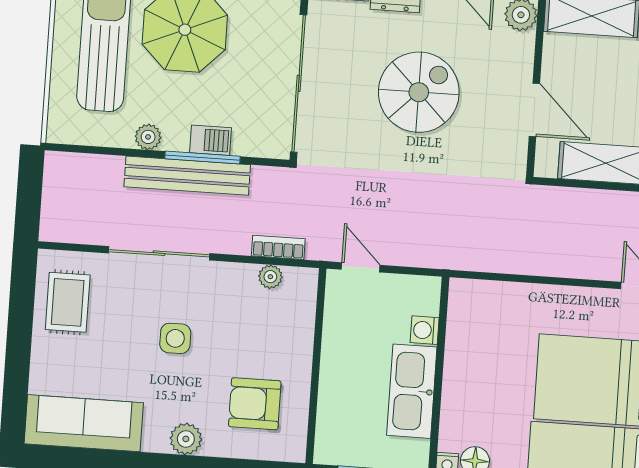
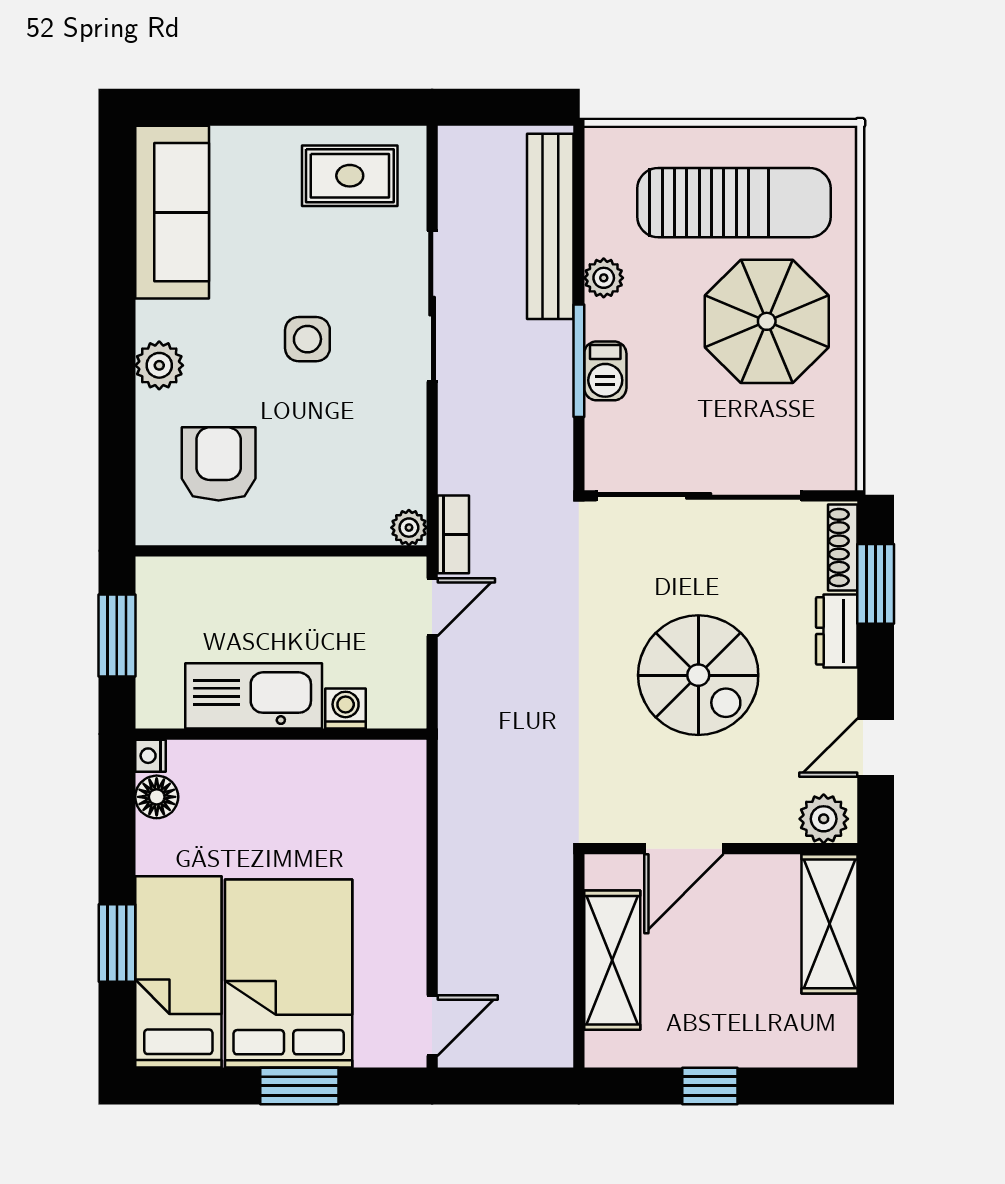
bench: (187, 176) -> (550, 226), moved
bookcase: (278, 247) -> (453, 534), moved
plant: (270, 277) -> (409, 528), moved

